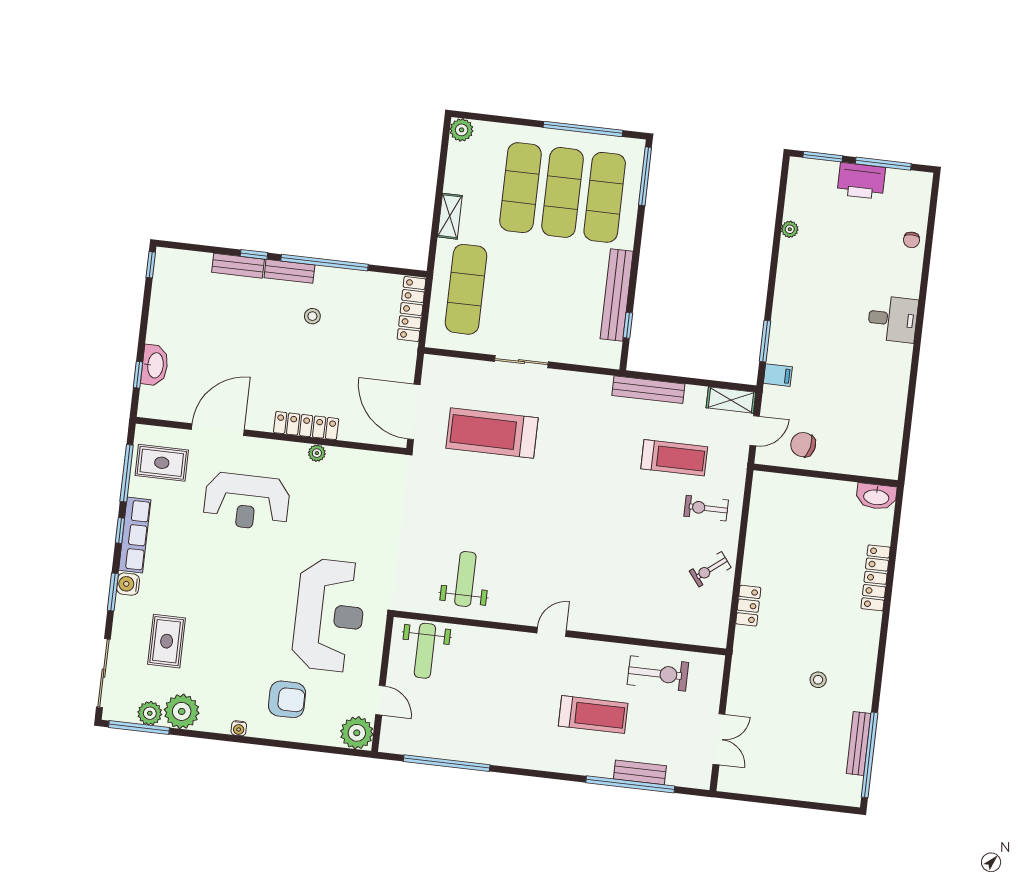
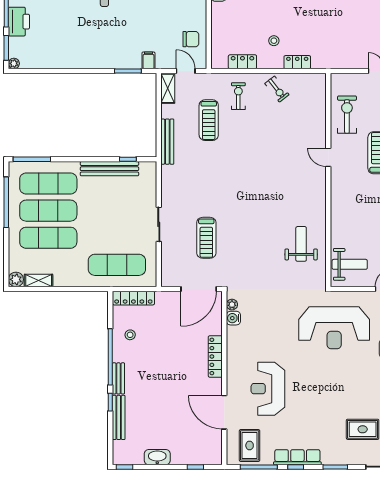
shelving: (450, 216) -> (39, 281), moved
plant: (790, 229) -> (14, 63), moved
bench: (238, 266) -> (119, 417), width x1.36
stool: (312, 316) -> (130, 335), moved
washbasin: (155, 365) -> (157, 457), moved
treadmill: (492, 433) -> (206, 238), width x0.73, depth x0.73
chair: (803, 445) -> (191, 39), turned -102
plant: (317, 453) -> (232, 305), moved
treadmill: (674, 458) -> (209, 120), turned 180
reception desk: (247, 502) -> (268, 389), turned 180
exercise bike: (706, 508) -> (238, 96), turned 180
locker: (759, 521) -> (242, 62), added
weight bench: (465, 579) -> (301, 244), turned 90
water cooler: (128, 584) -> (233, 318), moved, turned 90
reception desk: (329, 615) -> (334, 328), turned 180
door: (552, 632) -> (328, 157), moved
stool: (818, 680) -> (274, 41), moved

